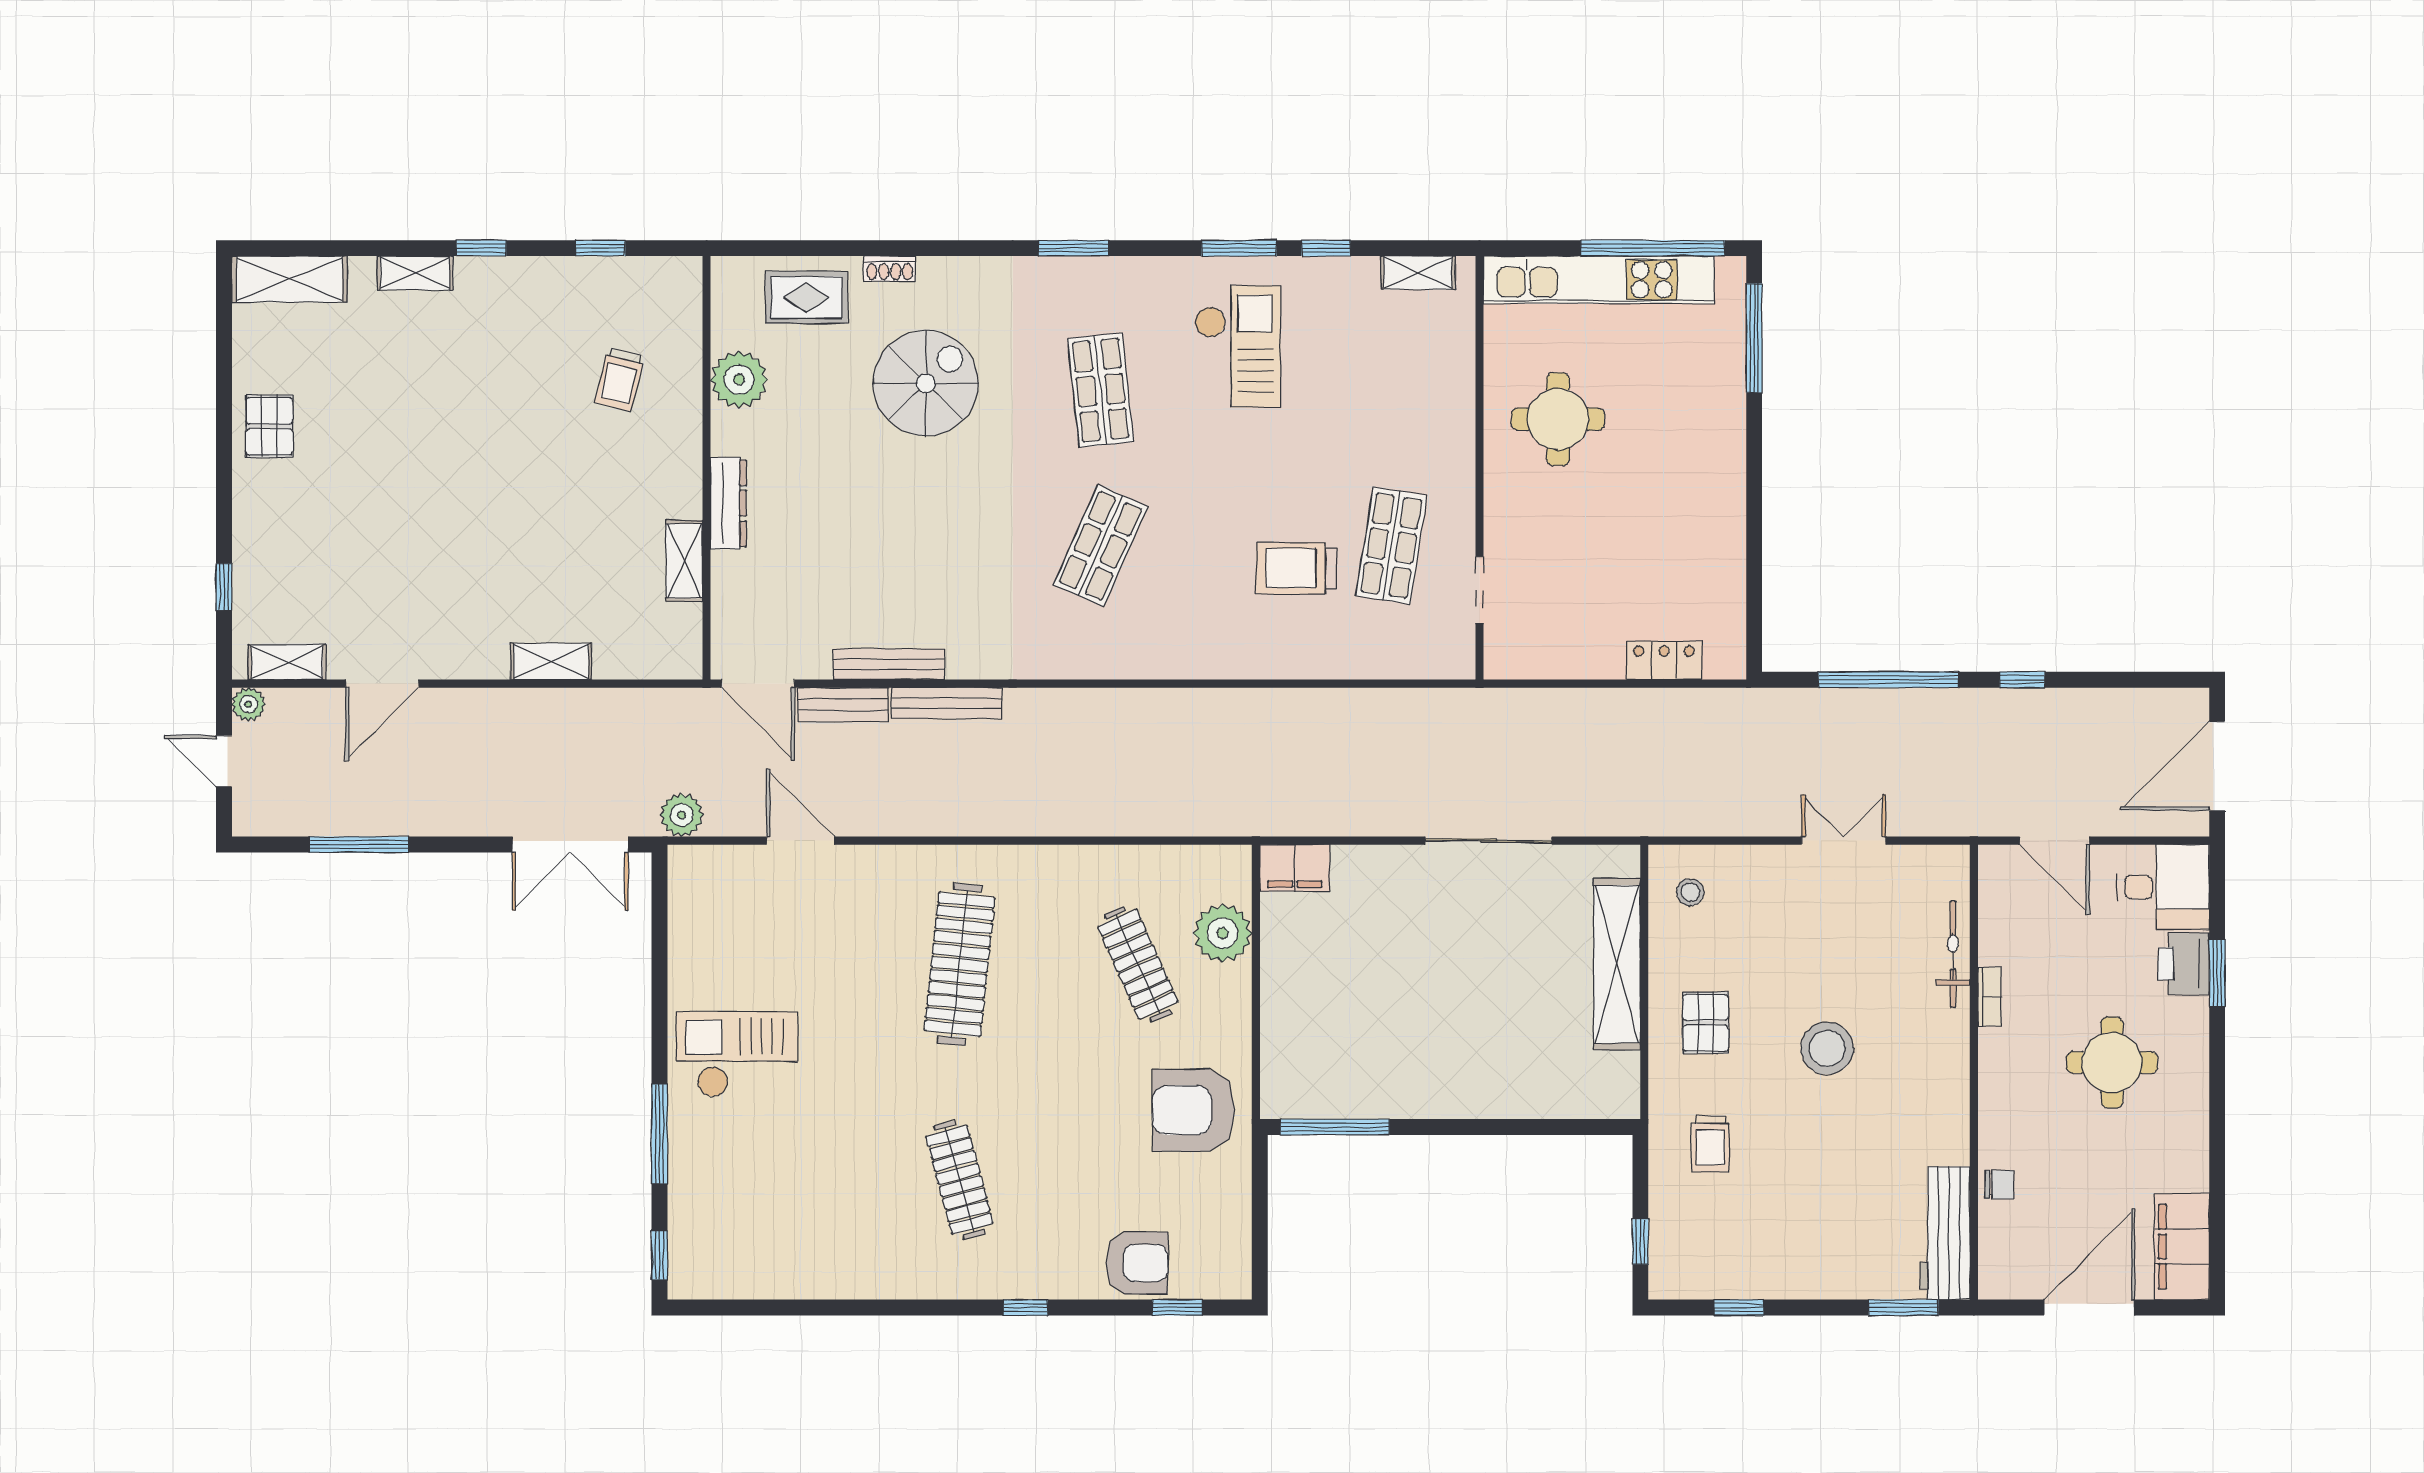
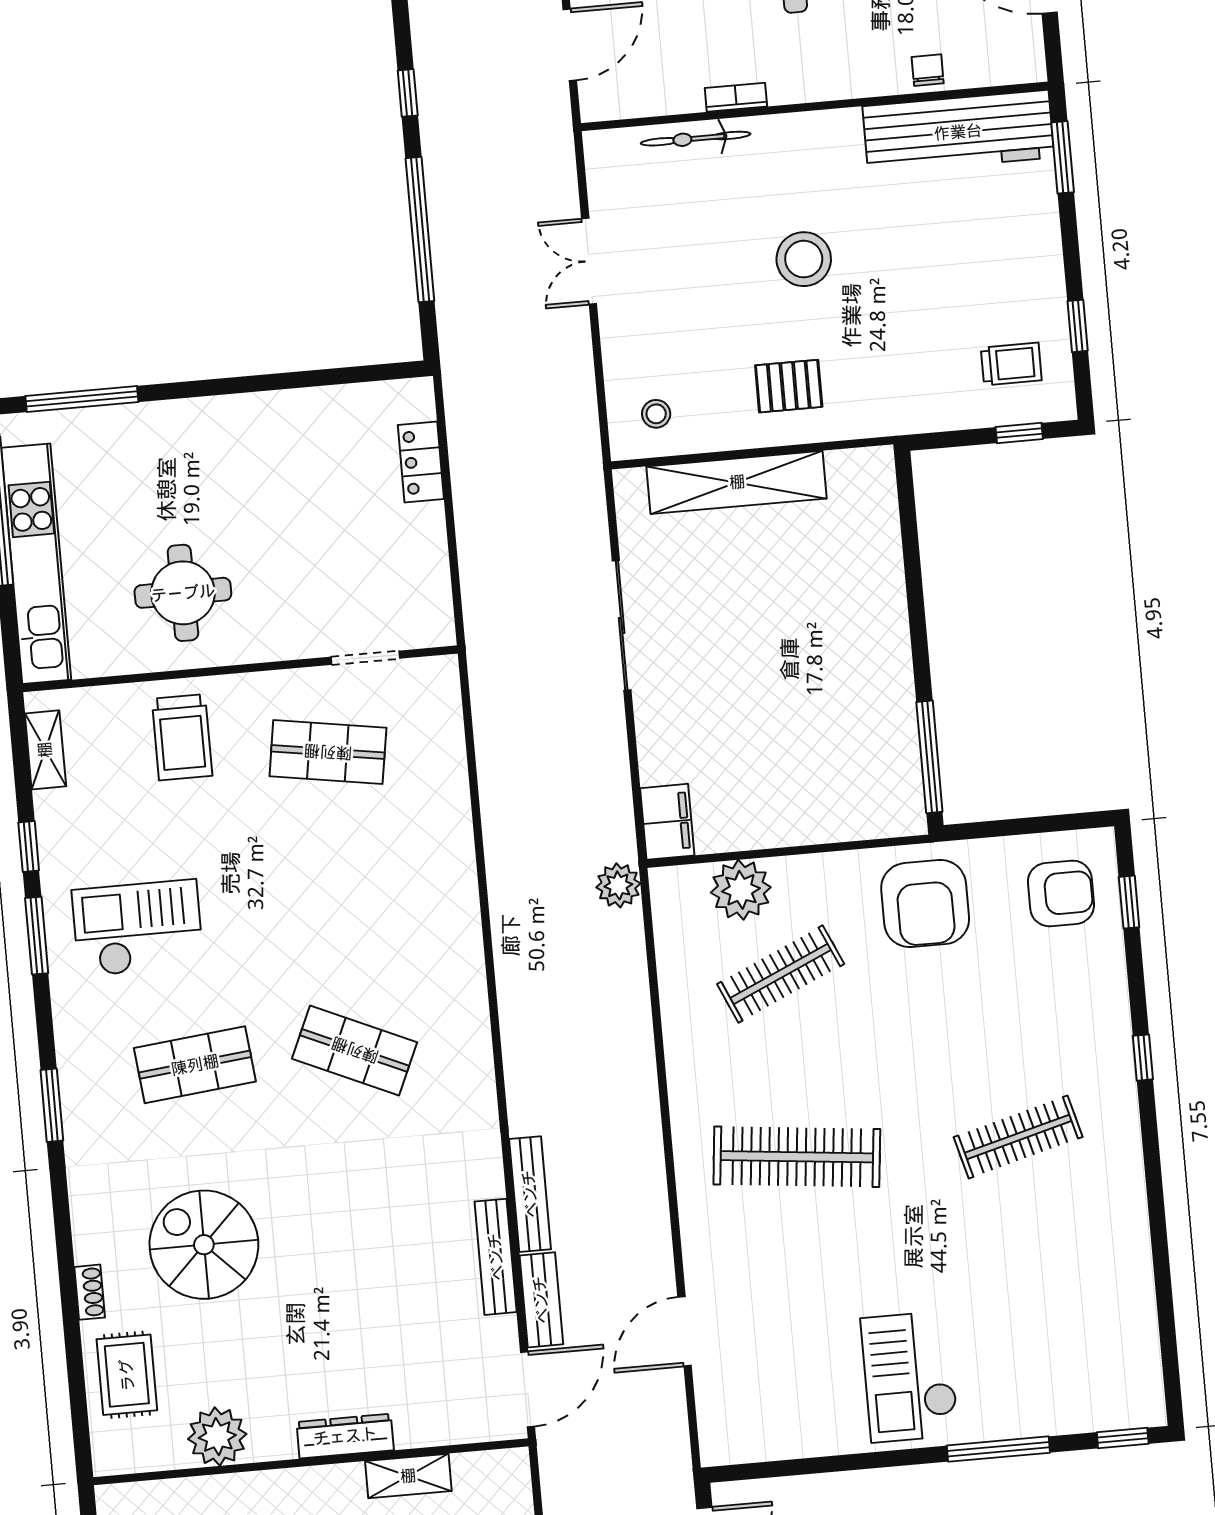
trolley: (1296, 568) -> (182, 737), moved
plant: (682, 815) -> (618, 885), moved
trolley: (1711, 1144) -> (1011, 364), moved
workbench: (1945, 1233) -> (958, 132), width x1.36, depth x1.32
armchair: (1137, 1263) -> (1061, 893), moved, turned 90

